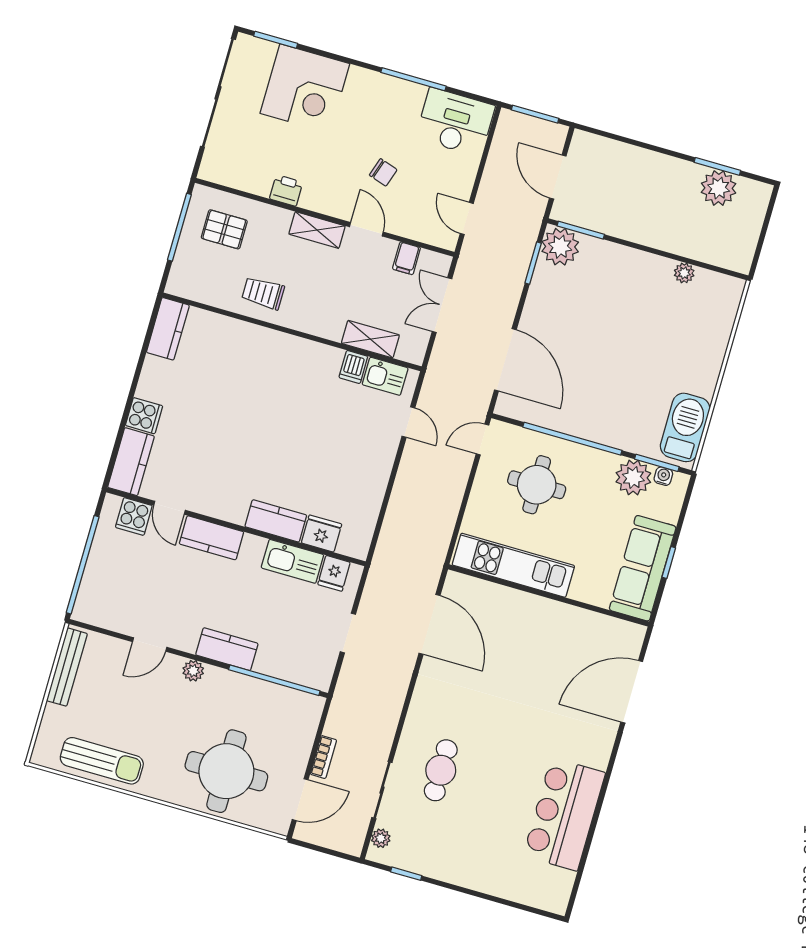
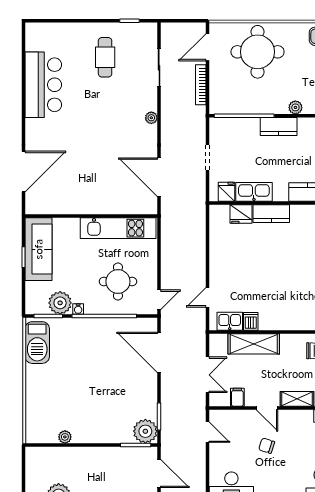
shelving: (370, 339) -> (254, 344), width x1.50, depth x1.33
door: (408, 422) -> (207, 297), hinge flipped
water cooler: (663, 476) -> (78, 309), moved
bookcase: (323, 757) -> (201, 85), width x1.56
cafe table: (441, 770) -> (105, 57), moved
plant: (381, 838) -> (151, 118), moved

